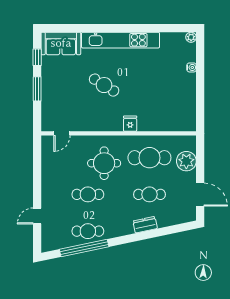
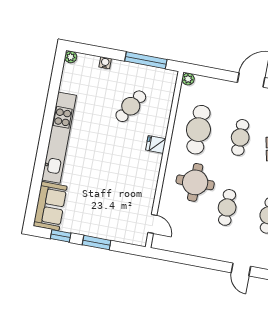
cafe table: (104, 85) -> (131, 106), moved
window: (200, 102) -> (146, 60), added
plant: (186, 161) -> (188, 79), moved, width x0.53, depth x0.53

